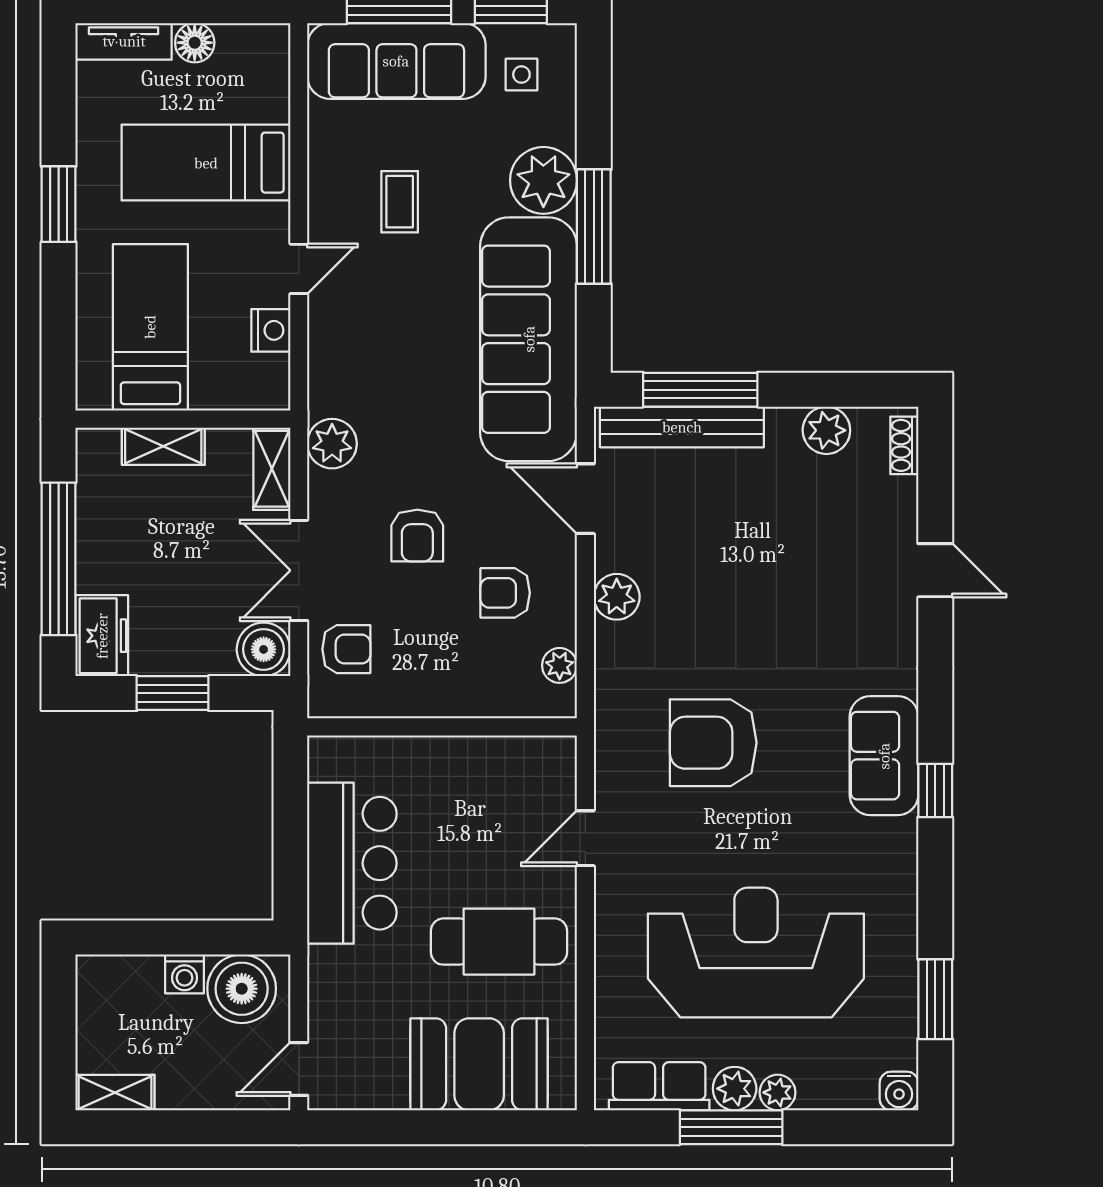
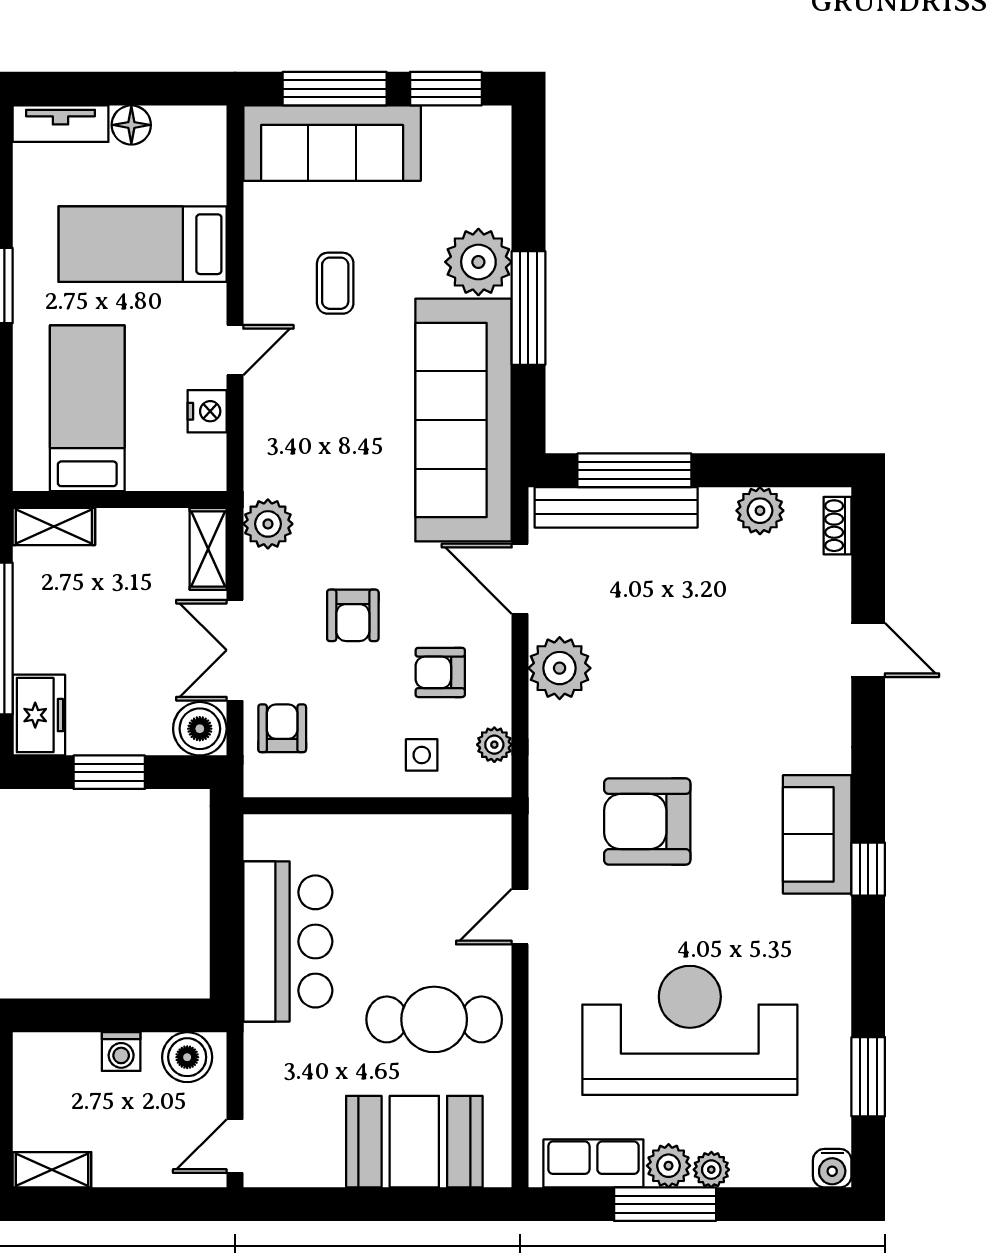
side table: (521, 74) -> (422, 755), moved
shelving: (163, 446) -> (54, 527), moved
plant: (617, 597) -> (560, 668), width x1.36, depth x1.36
armchair: (346, 649) -> (282, 728), turned -90
boiler: (242, 989) -> (187, 1057), width x0.73, depth x0.73

